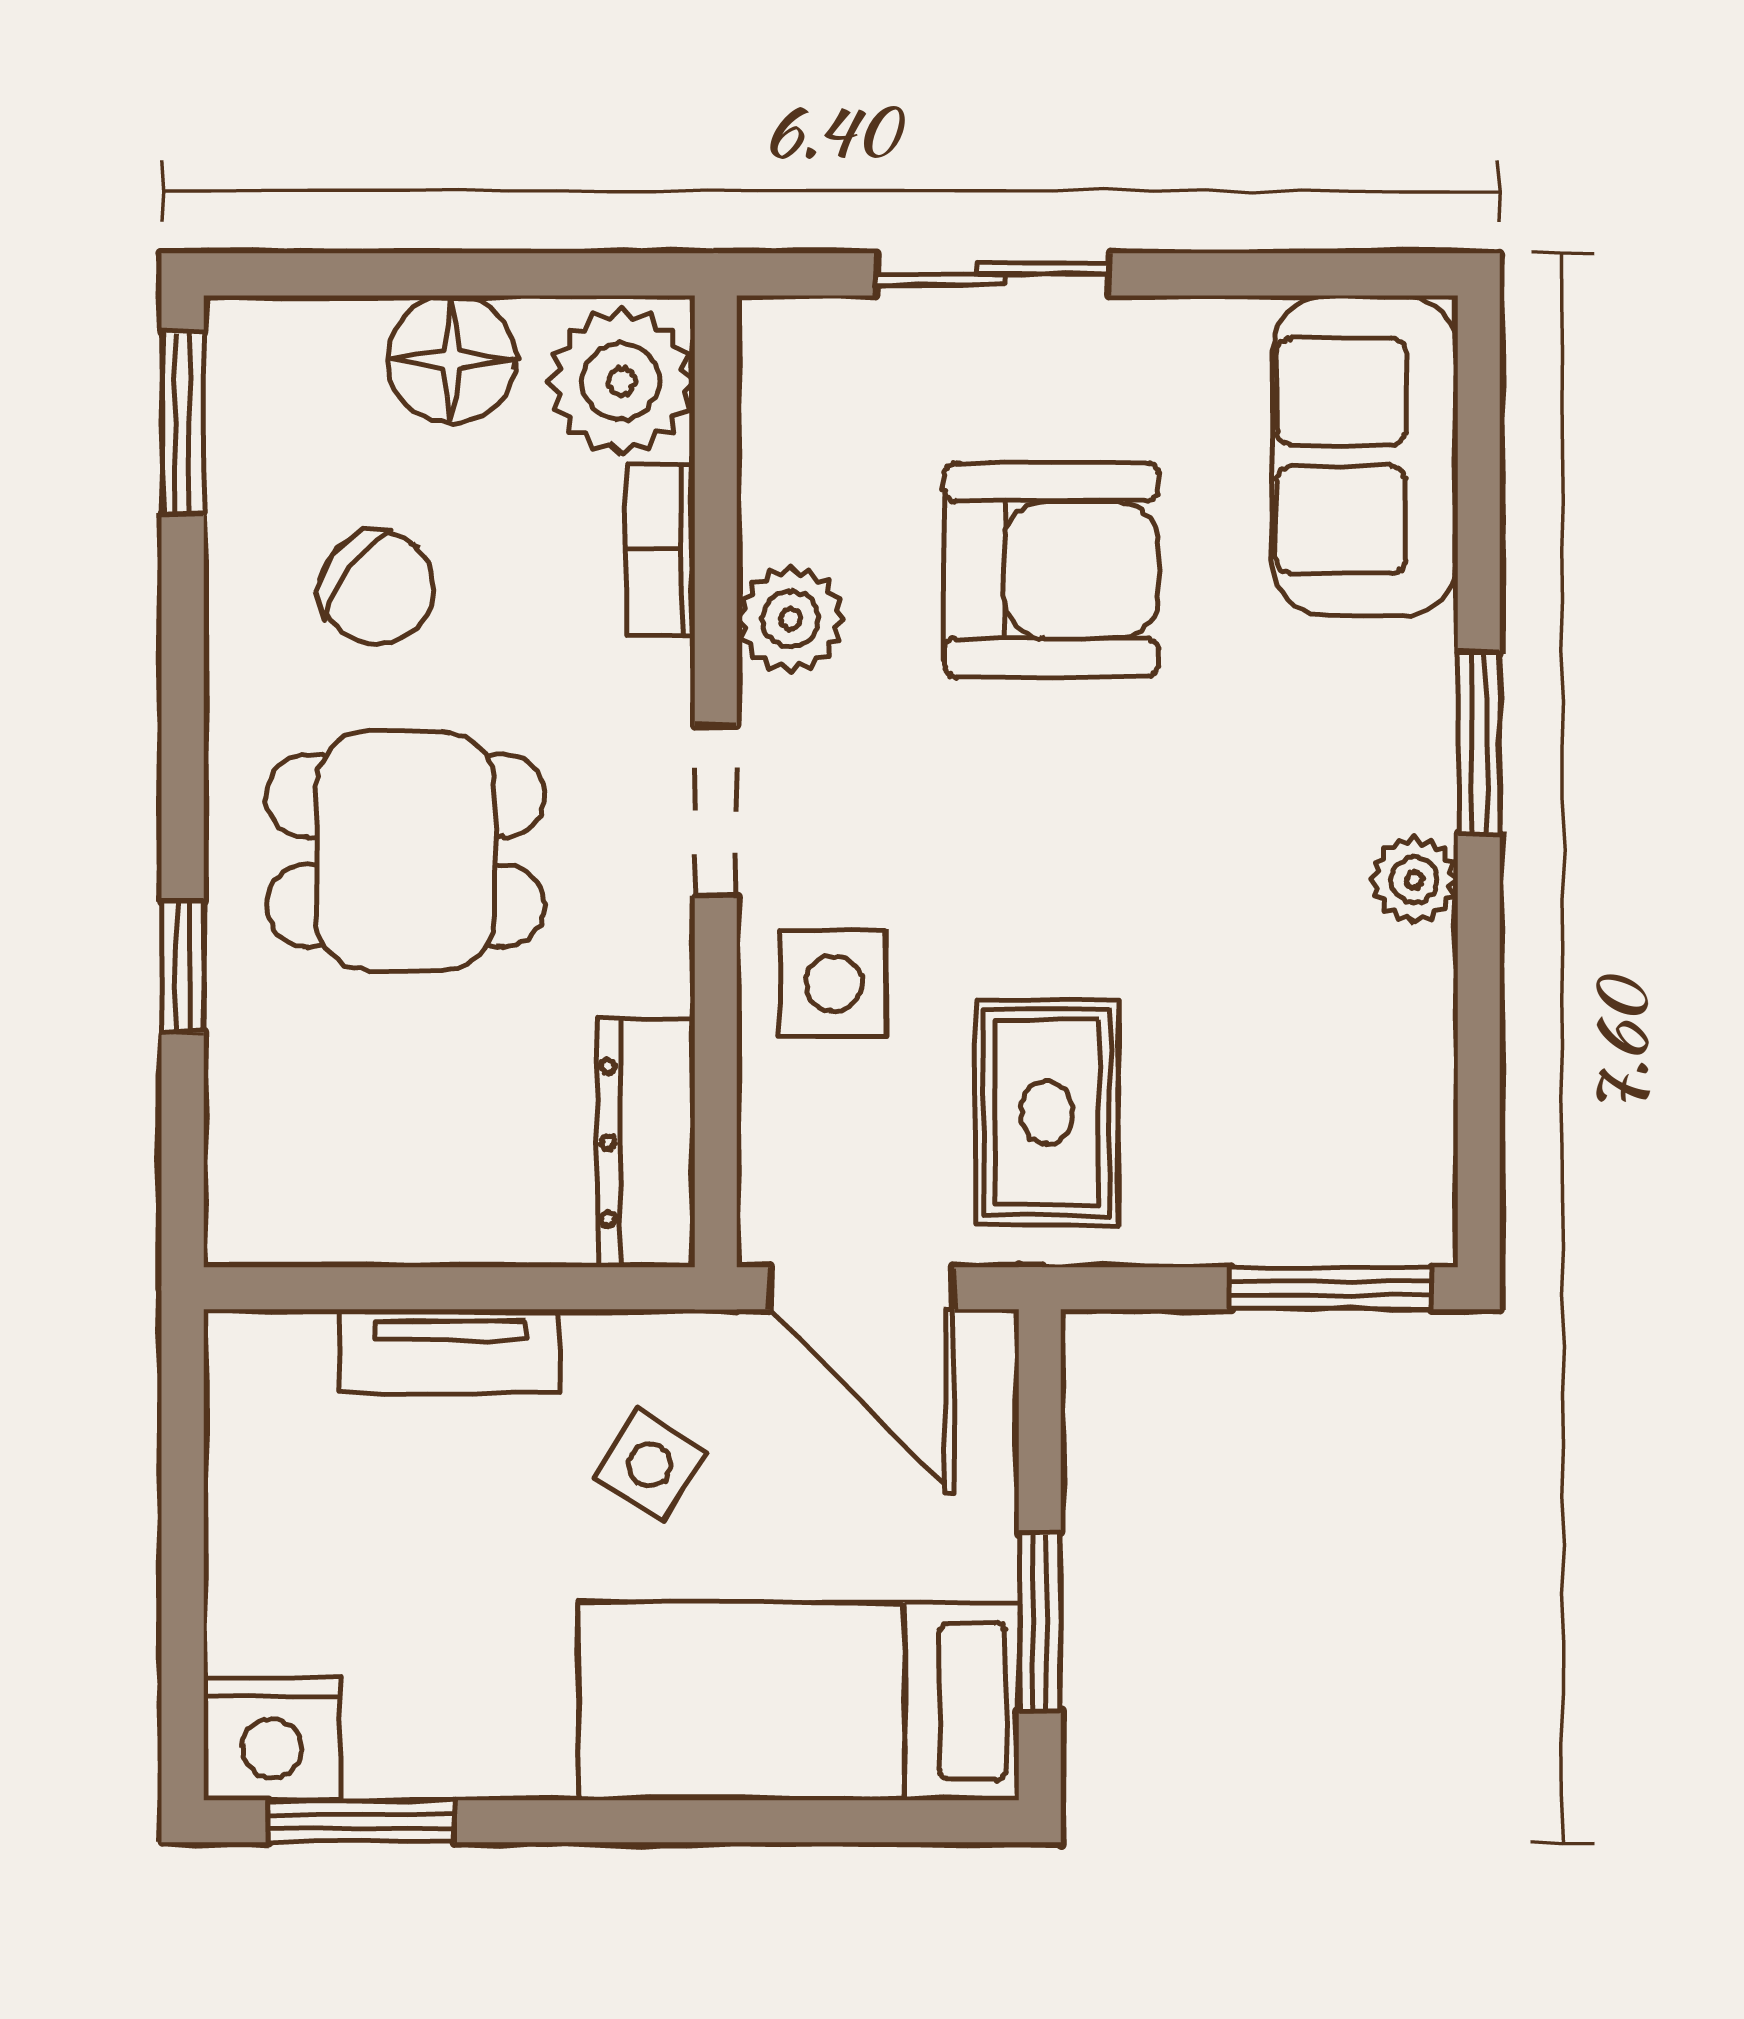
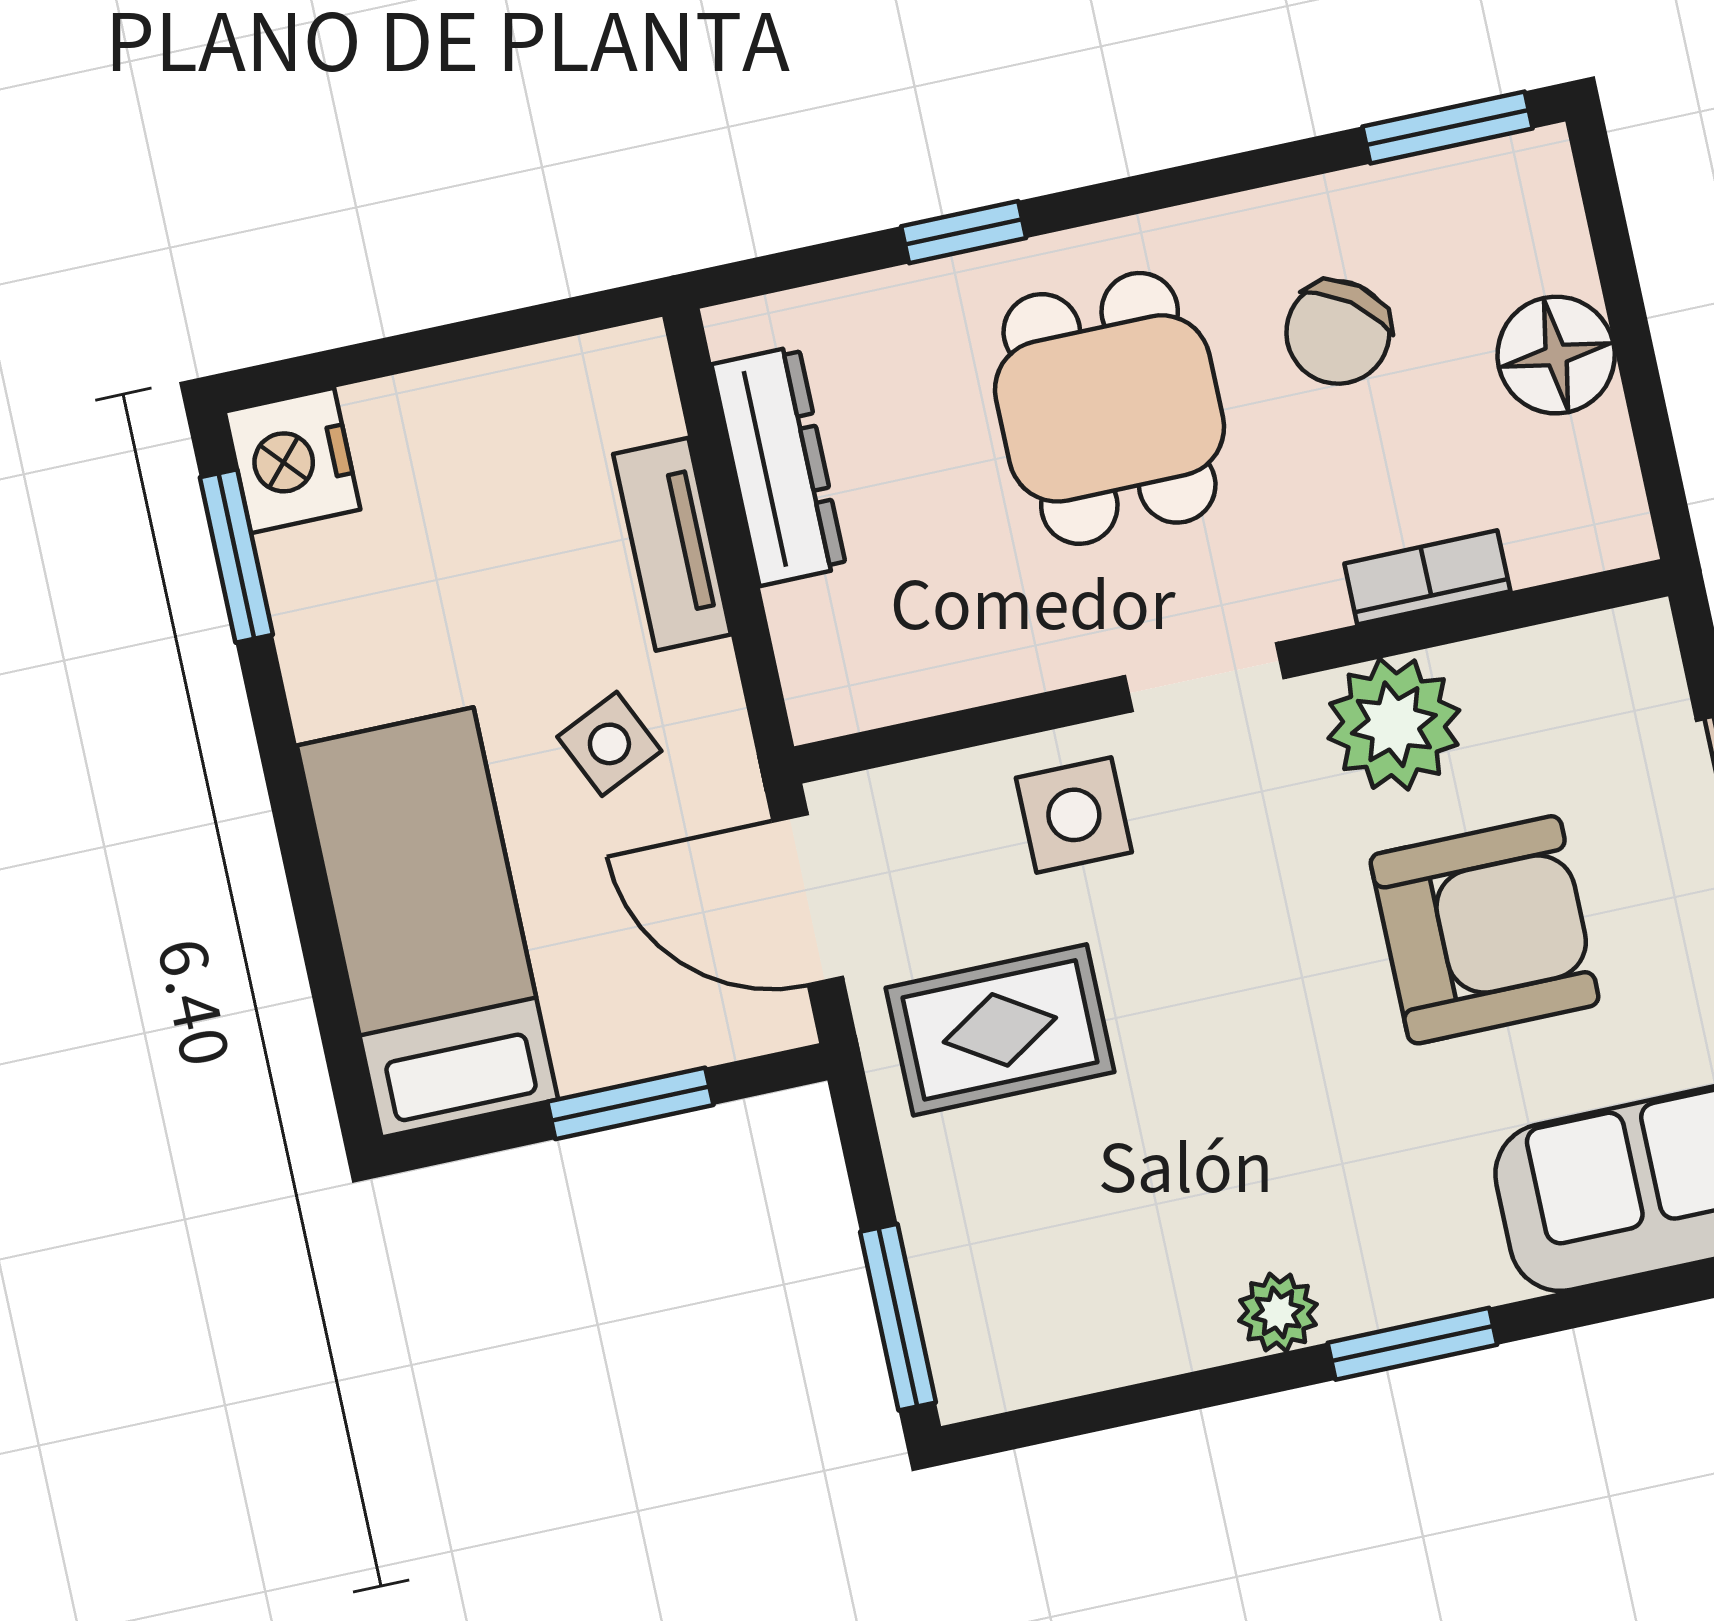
plant: (621, 382) -> (1569, 510), removed
armchair: (1052, 570) -> (1485, 930), turned -90
plant: (790, 619) -> (1394, 724), width x1.36, depth x1.36
dresser: (646, 1143) -> (779, 466), moved, turned 90
door: (862, 1288) -> (808, 899), hinge flipped
side table: (649, 1465) -> (609, 744), turned 33
window: (1040, 1622) -> (630, 1103), moved

